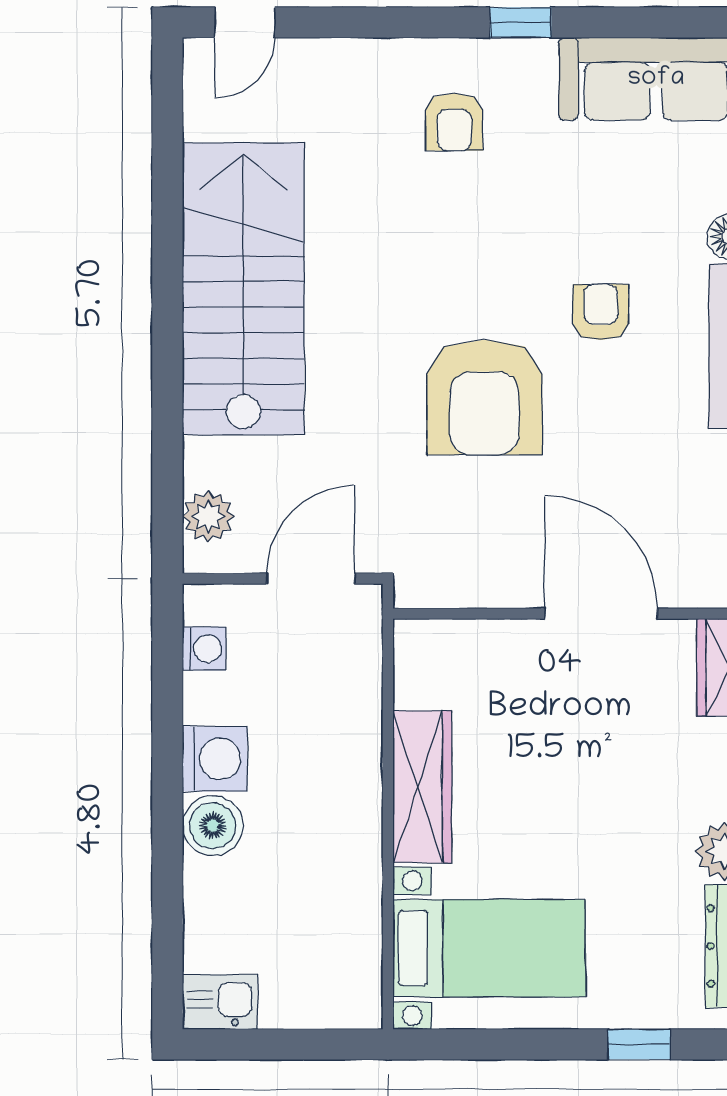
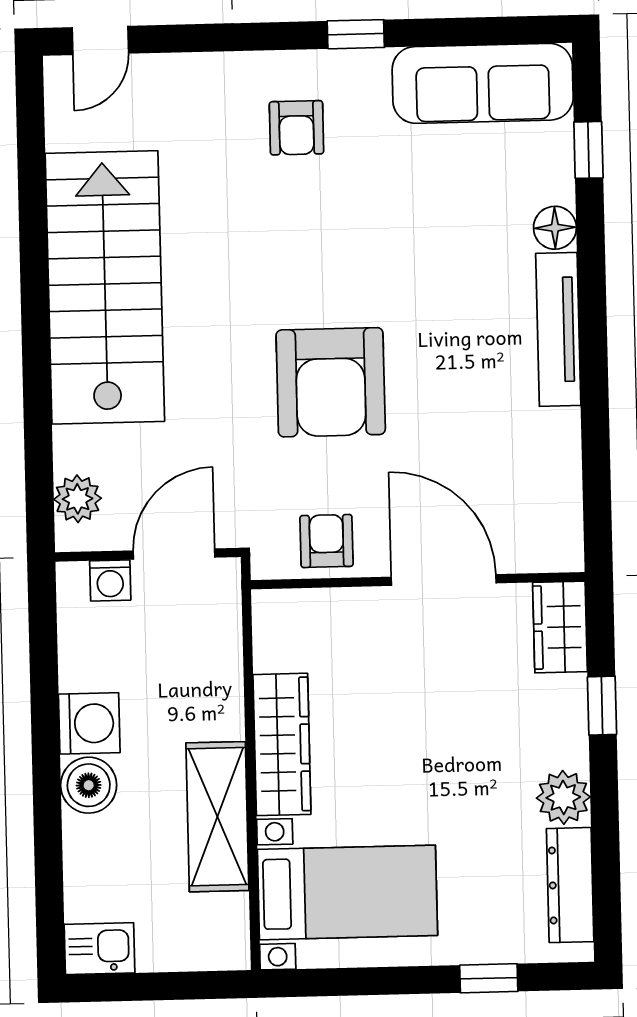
armchair: (601, 312) -> (326, 541), moved
washing machine: (204, 649) -> (110, 580), moved, turned 90
shelving: (351, 863) -> (217, 817), added

